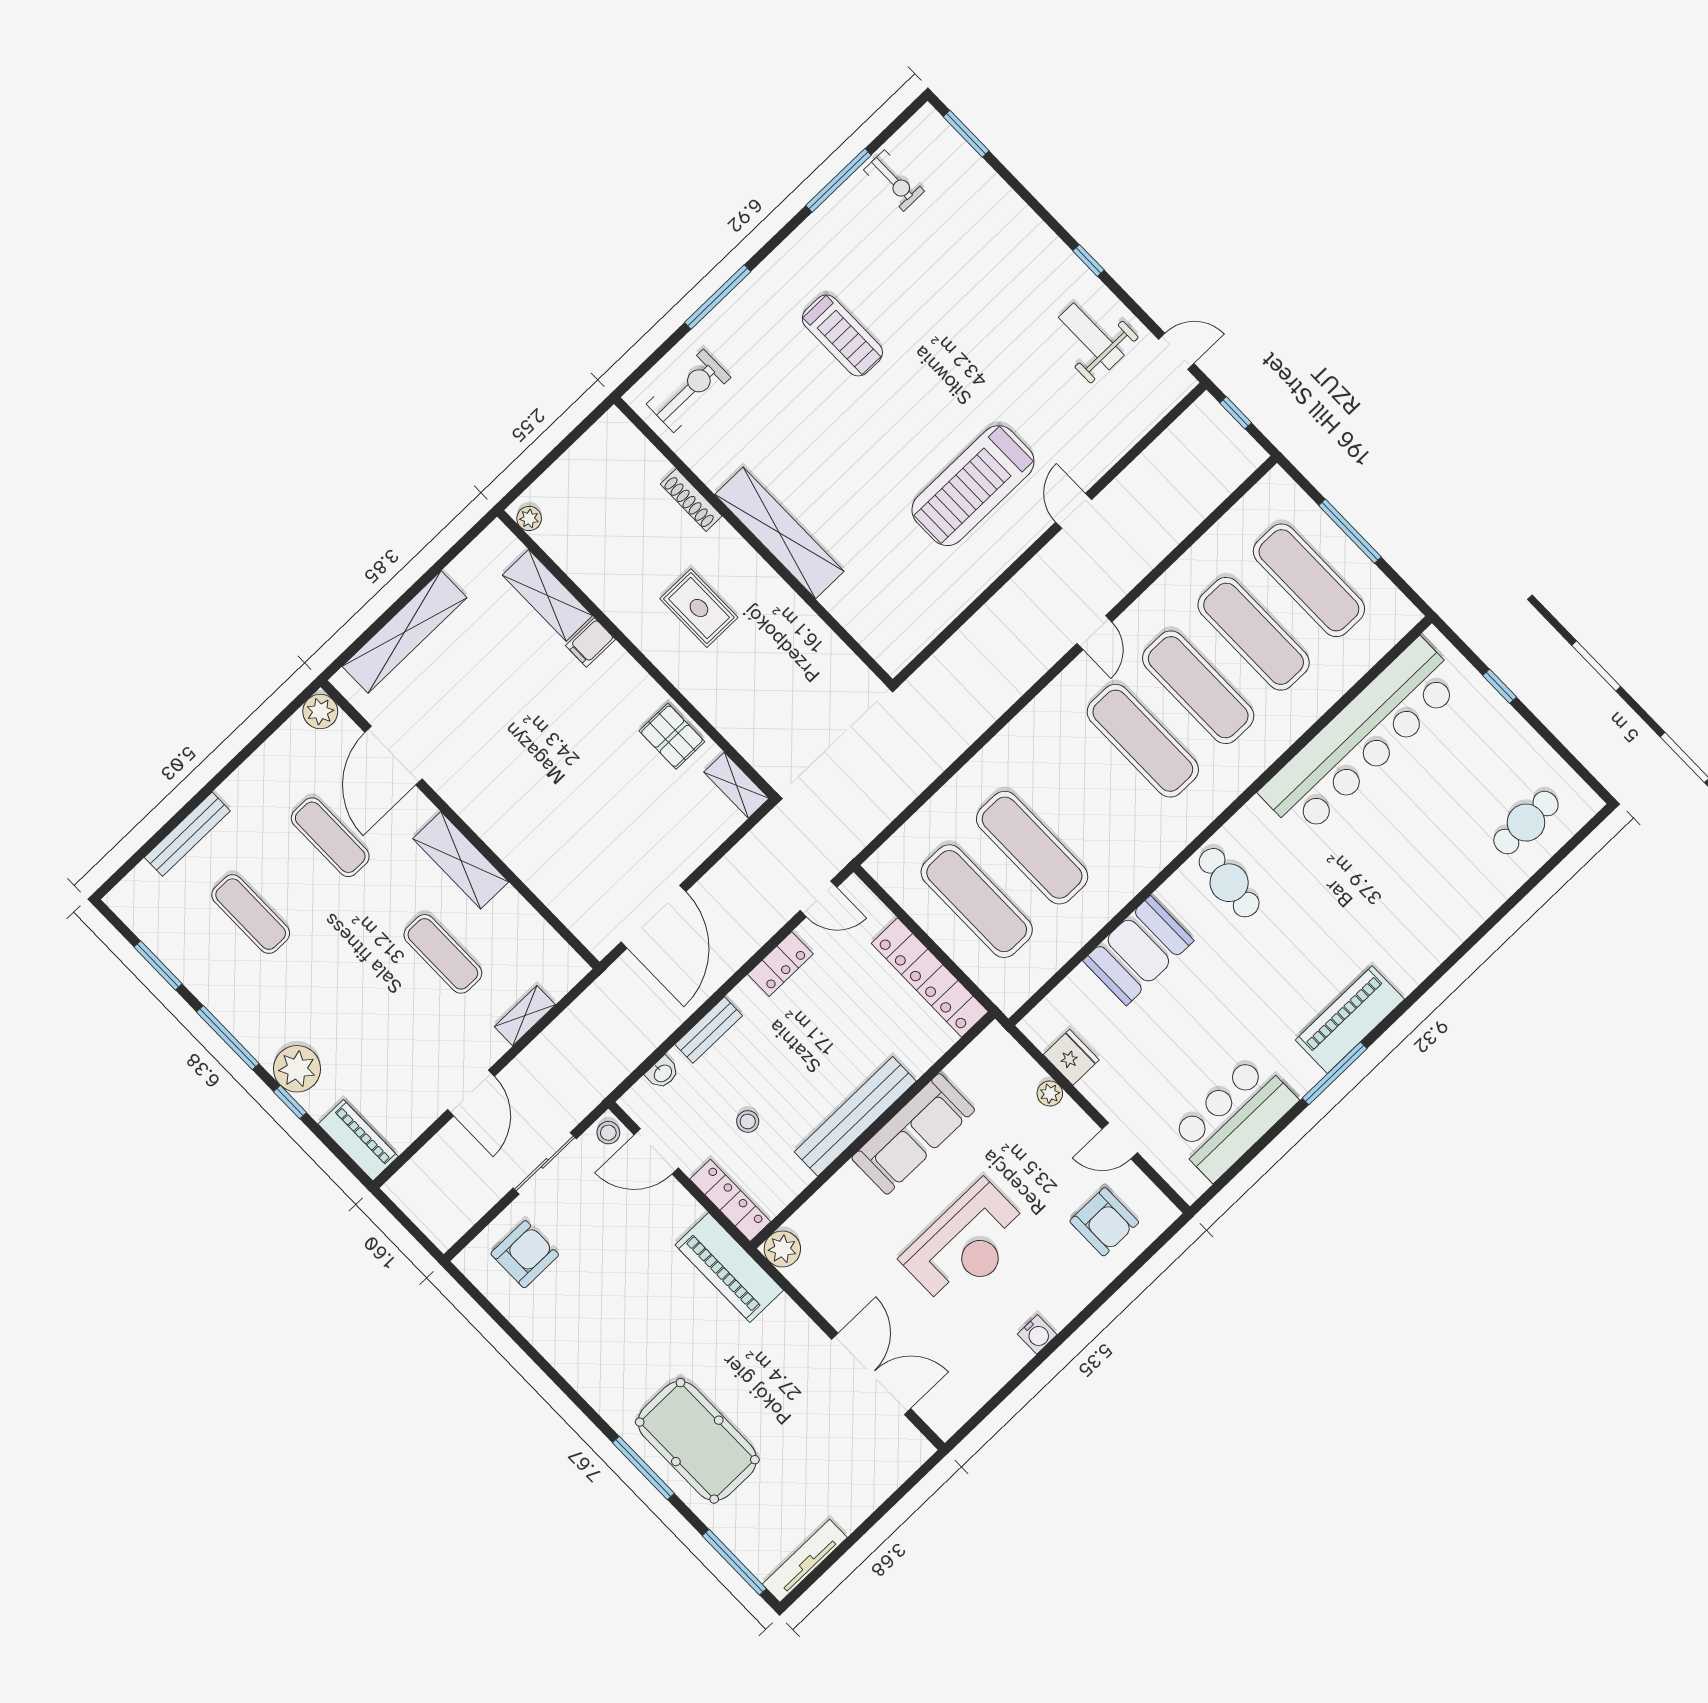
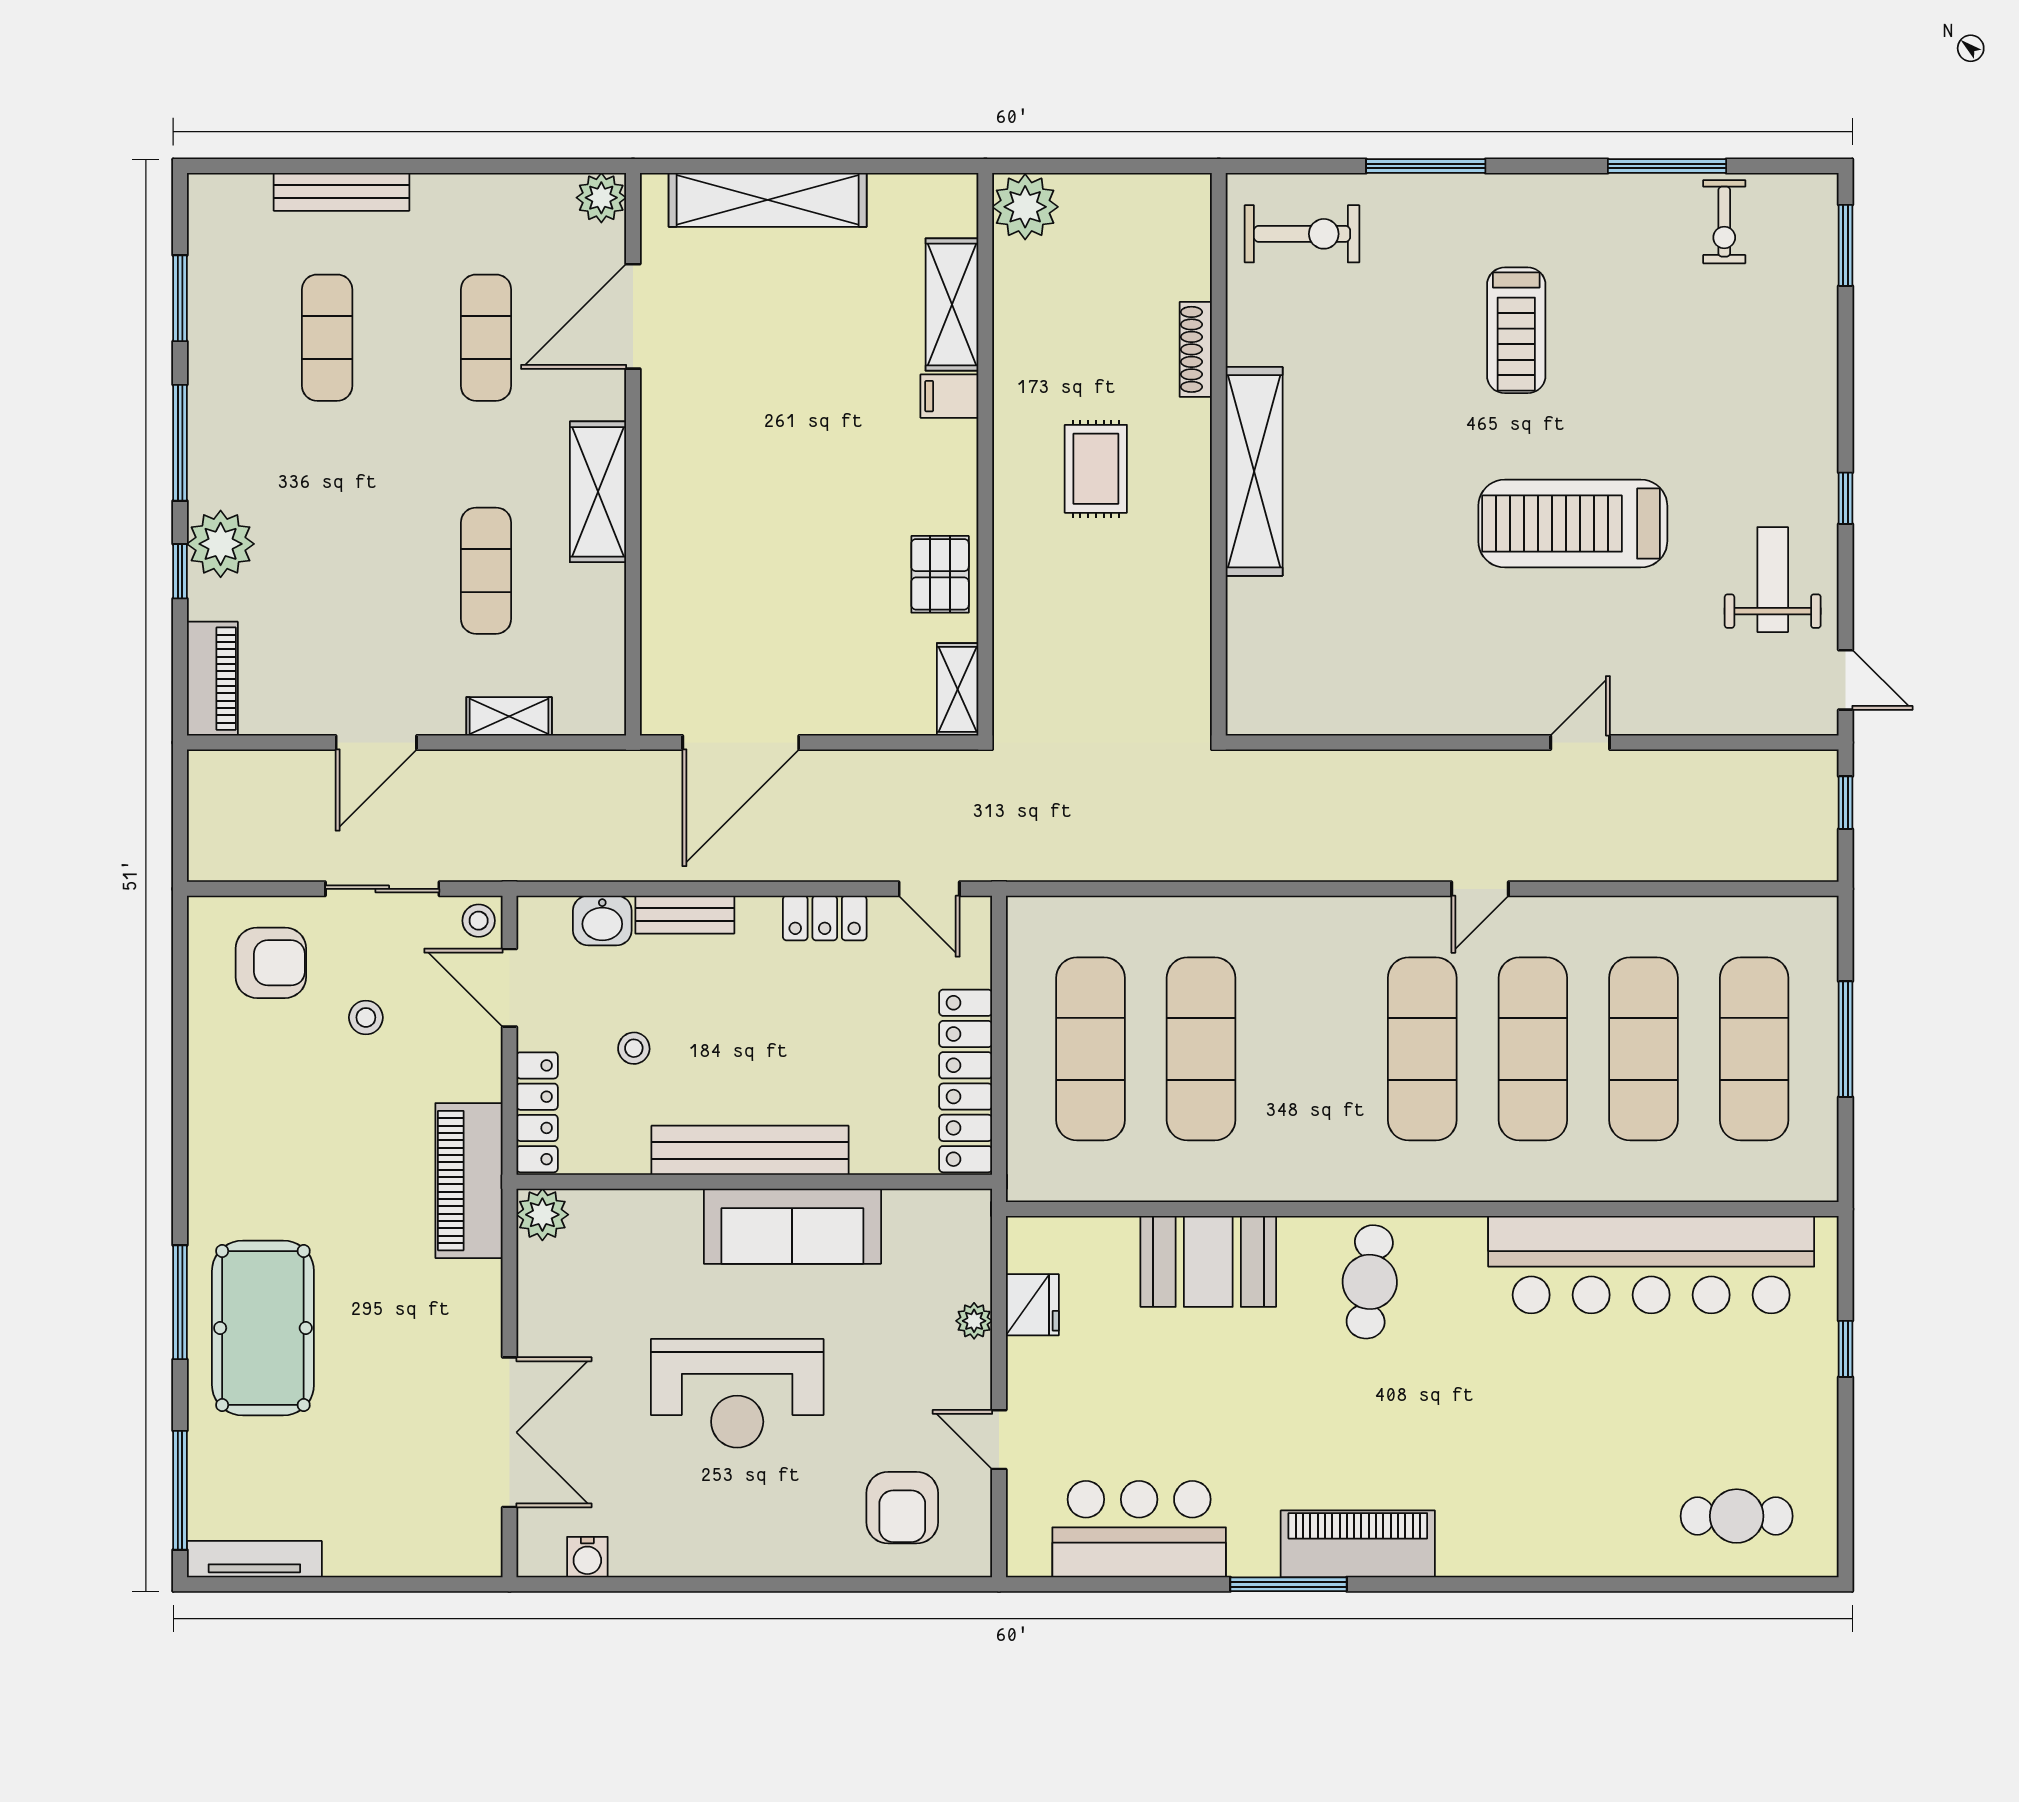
treadmill: (973, 486) -> (1573, 524), moved
plant: (529, 519) -> (1025, 207), width x1.88, depth x1.88
washbasin: (662, 1073) -> (602, 921), width x1.38, depth x1.45
stool: (599, 1236) -> (366, 1017), added
water cooler: (1037, 1334) -> (587, 1557), moved

